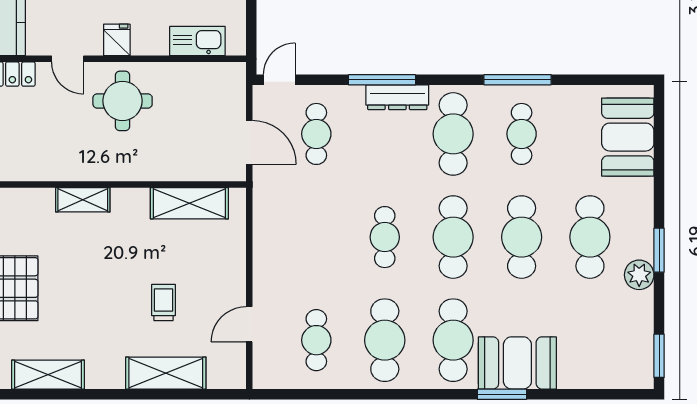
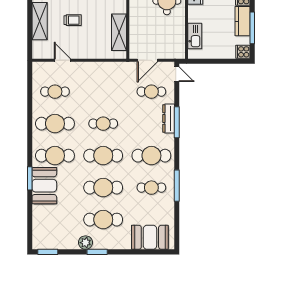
dresser: (397, 97) -> (169, 118), moved

